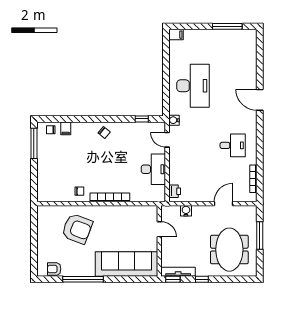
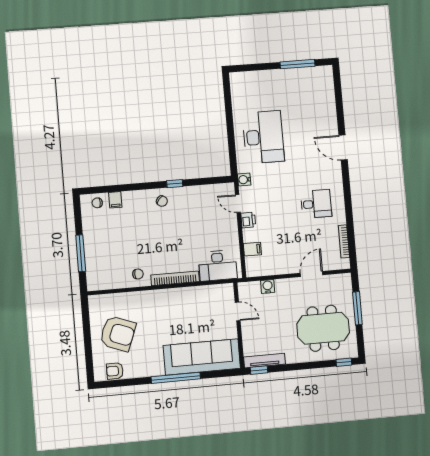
filing cabinet: (176, 35) -> (252, 249), moved
window: (142, 119) -> (175, 184), moved
window: (34, 143) -> (81, 253), moved
desk: (153, 169) -> (218, 266), moved, turned 90
printer: (175, 191) -> (248, 220), moved
armchair: (77, 229) -> (118, 334), moved
meeting table: (229, 250) -> (323, 328), turned 90
window: (83, 279) -> (176, 378), moved
window: (202, 279) -> (344, 362), moved

